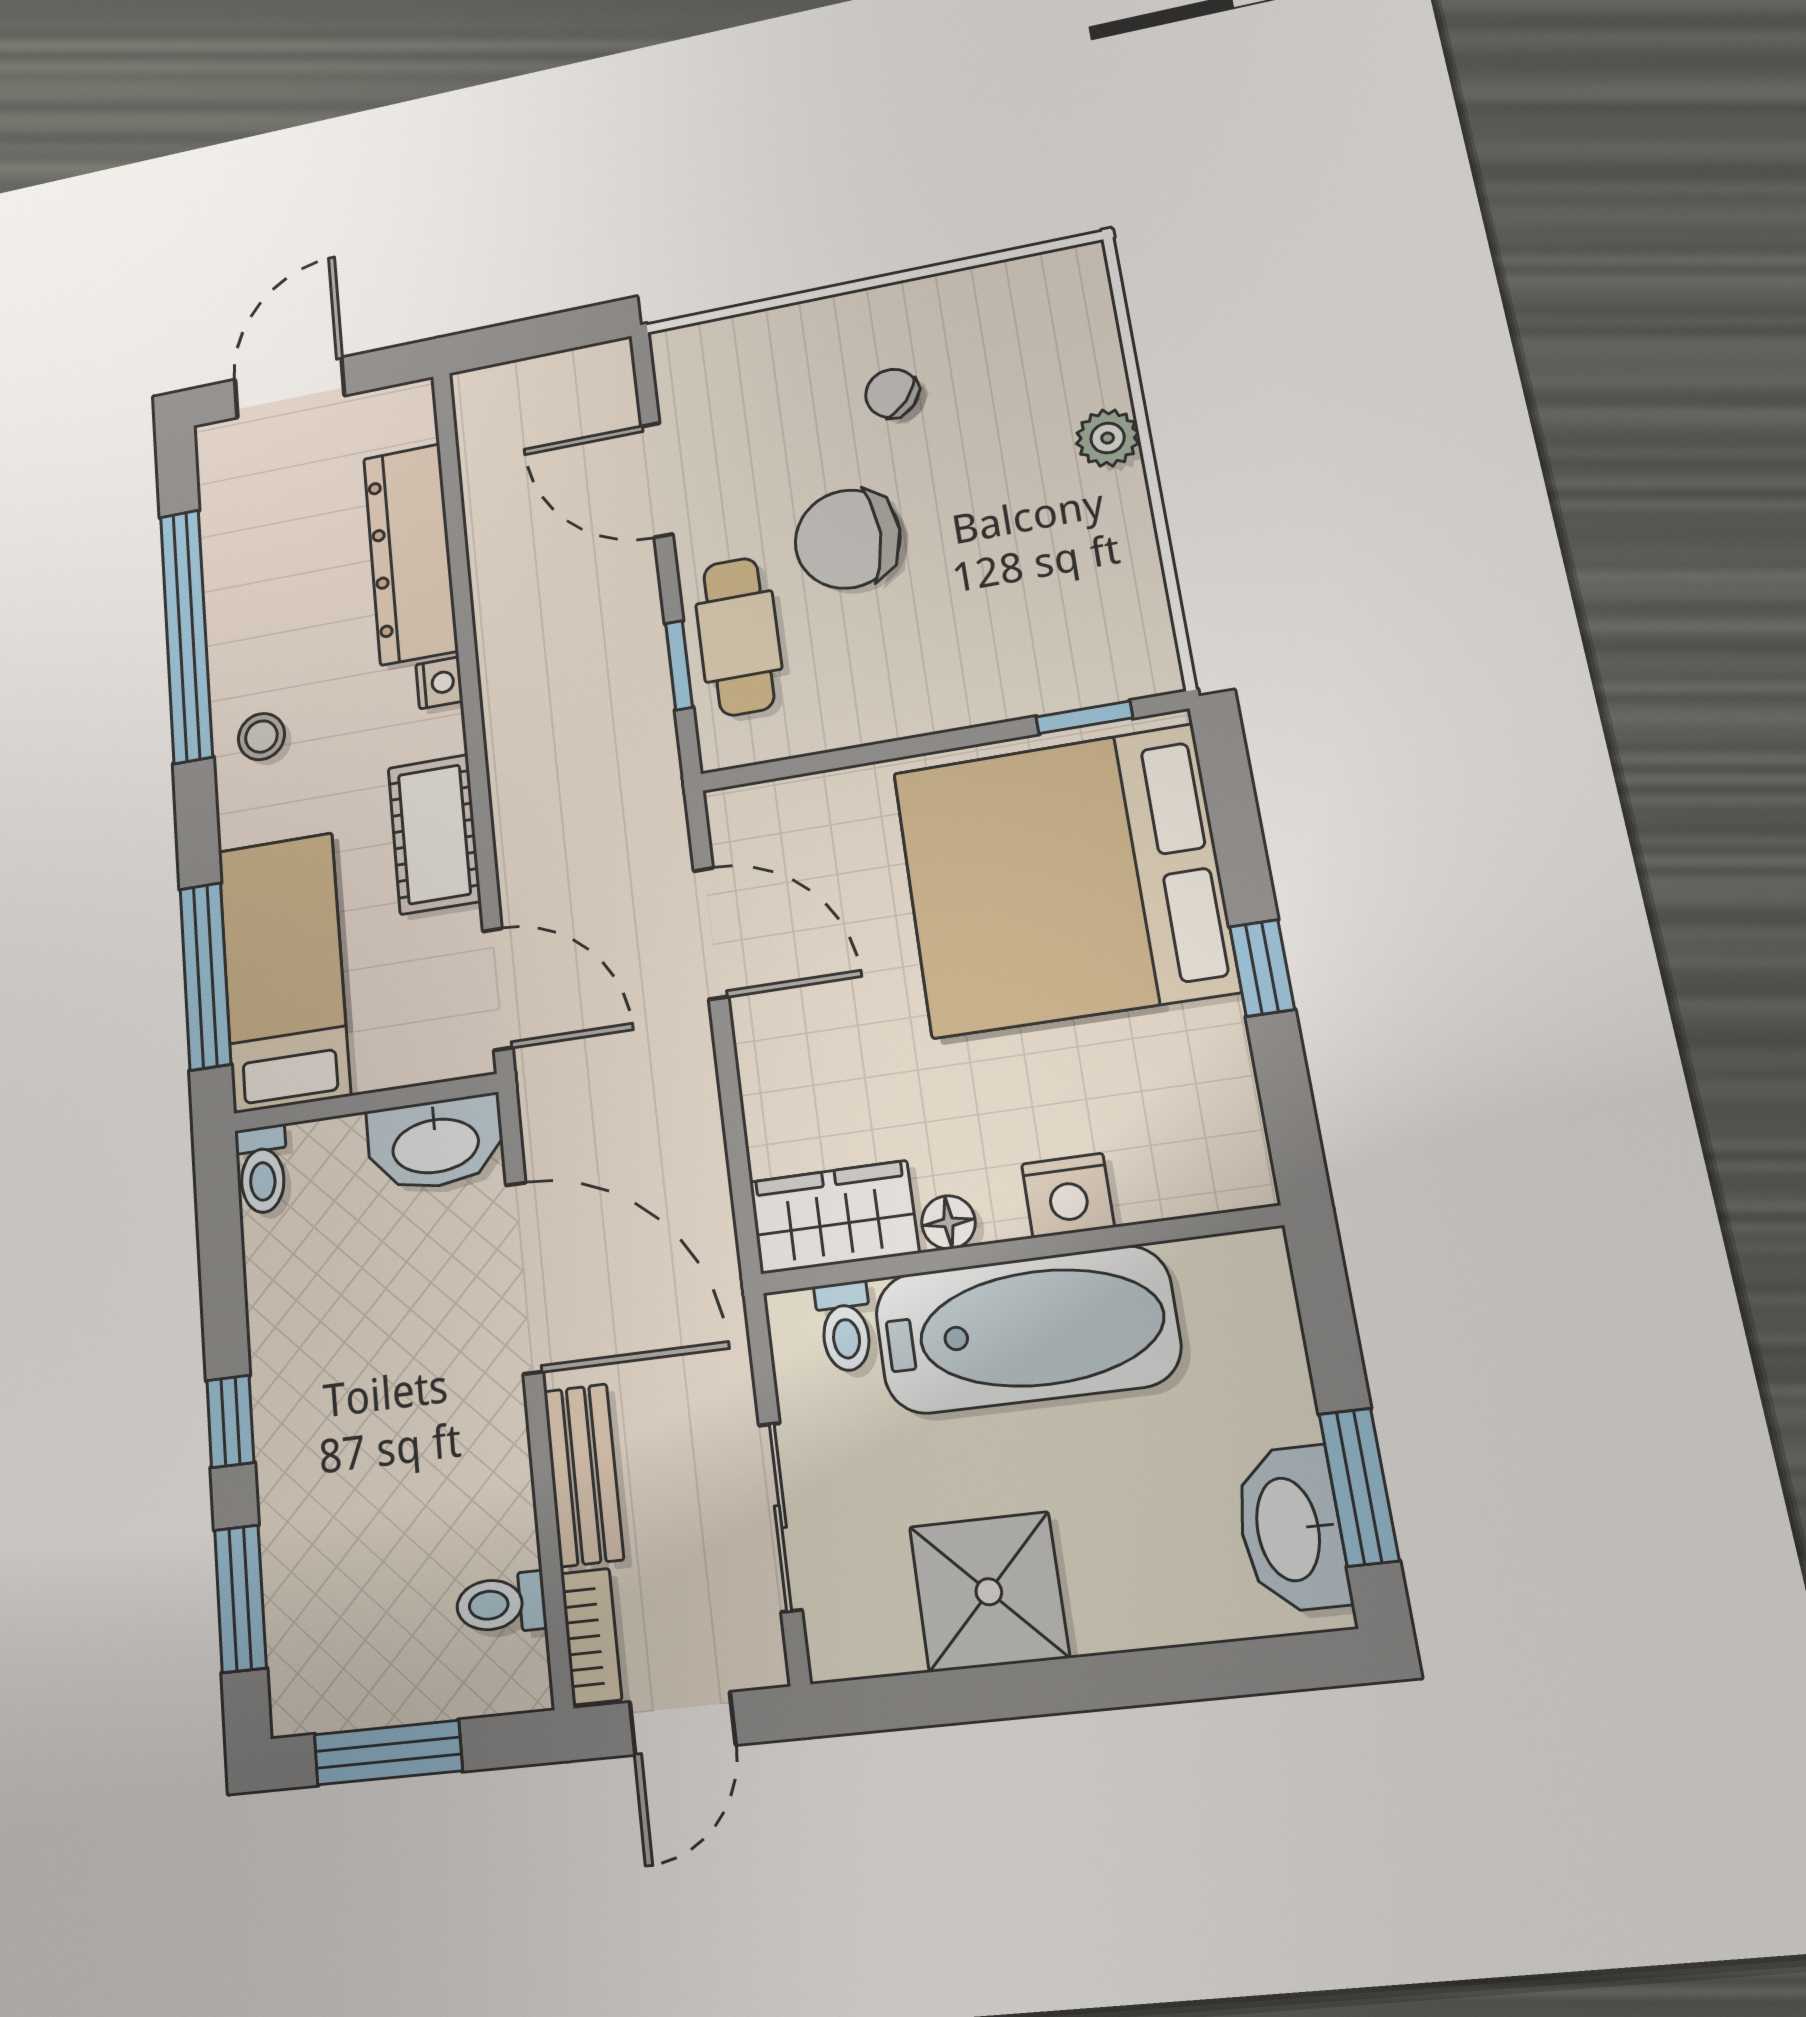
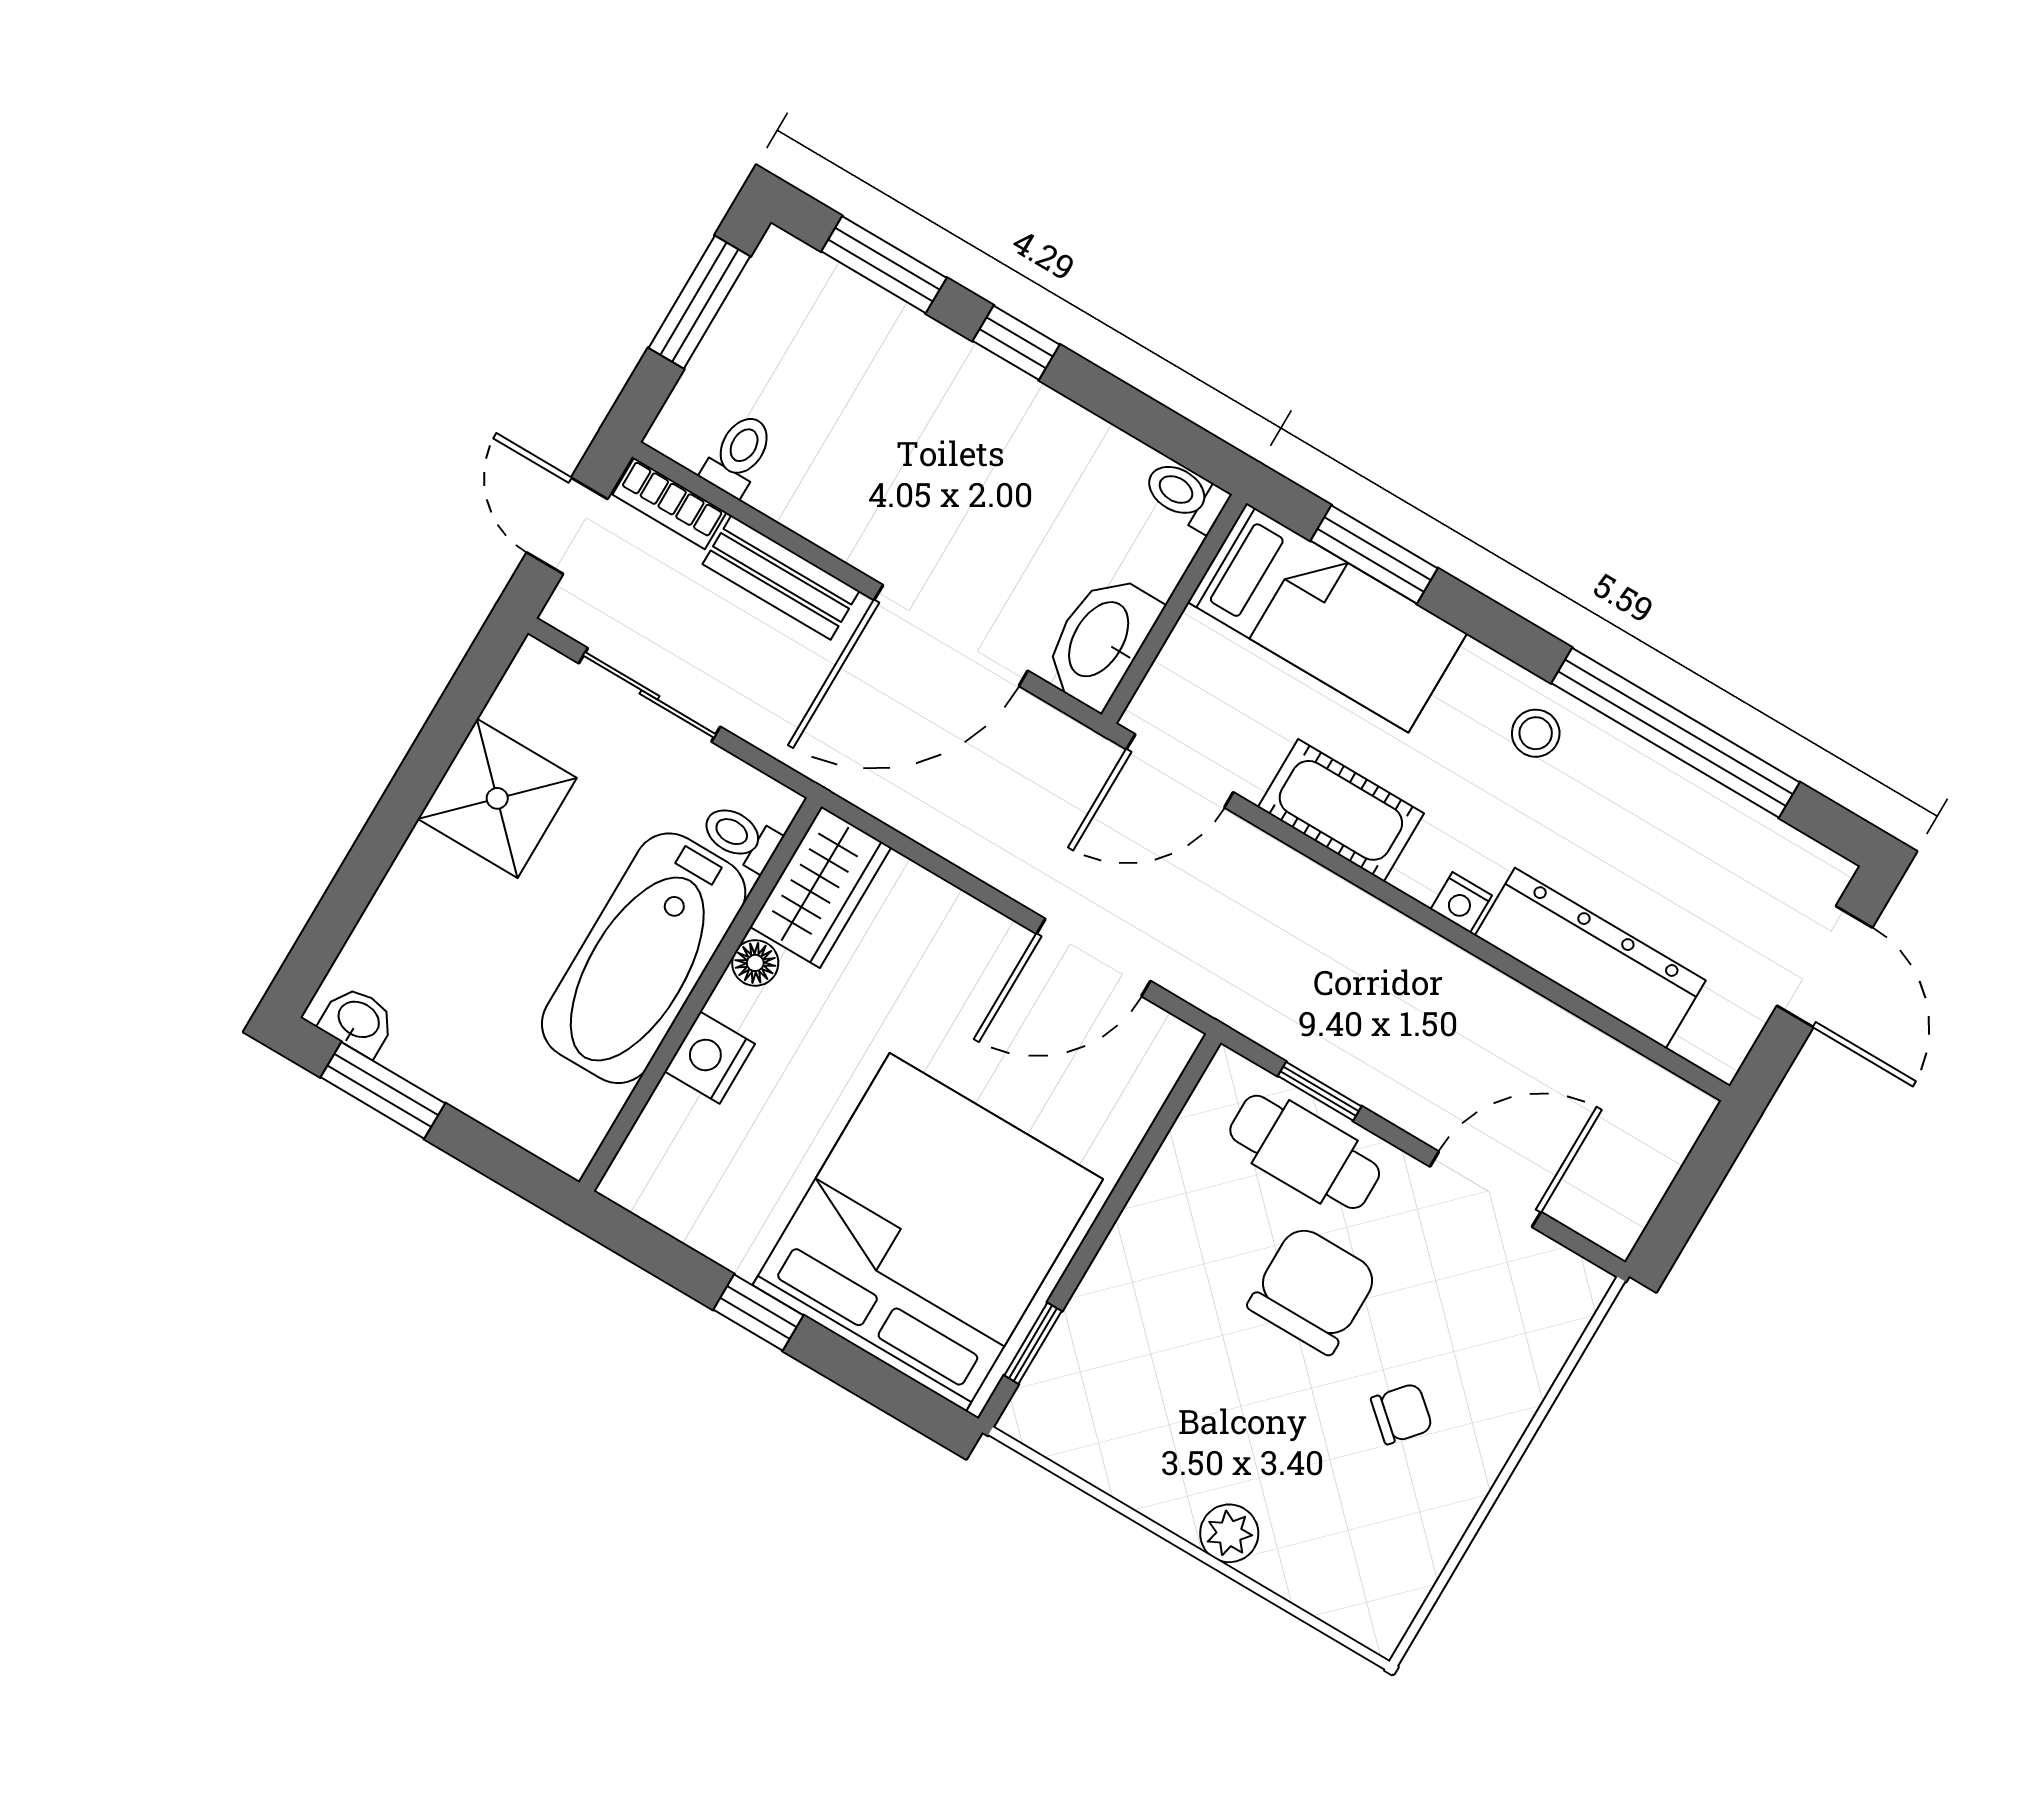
window: (205, 976) -> (1374, 555), width x0.69
washbasin: (1291, 1529) -> (358, 1021), width x0.52, depth x0.69

